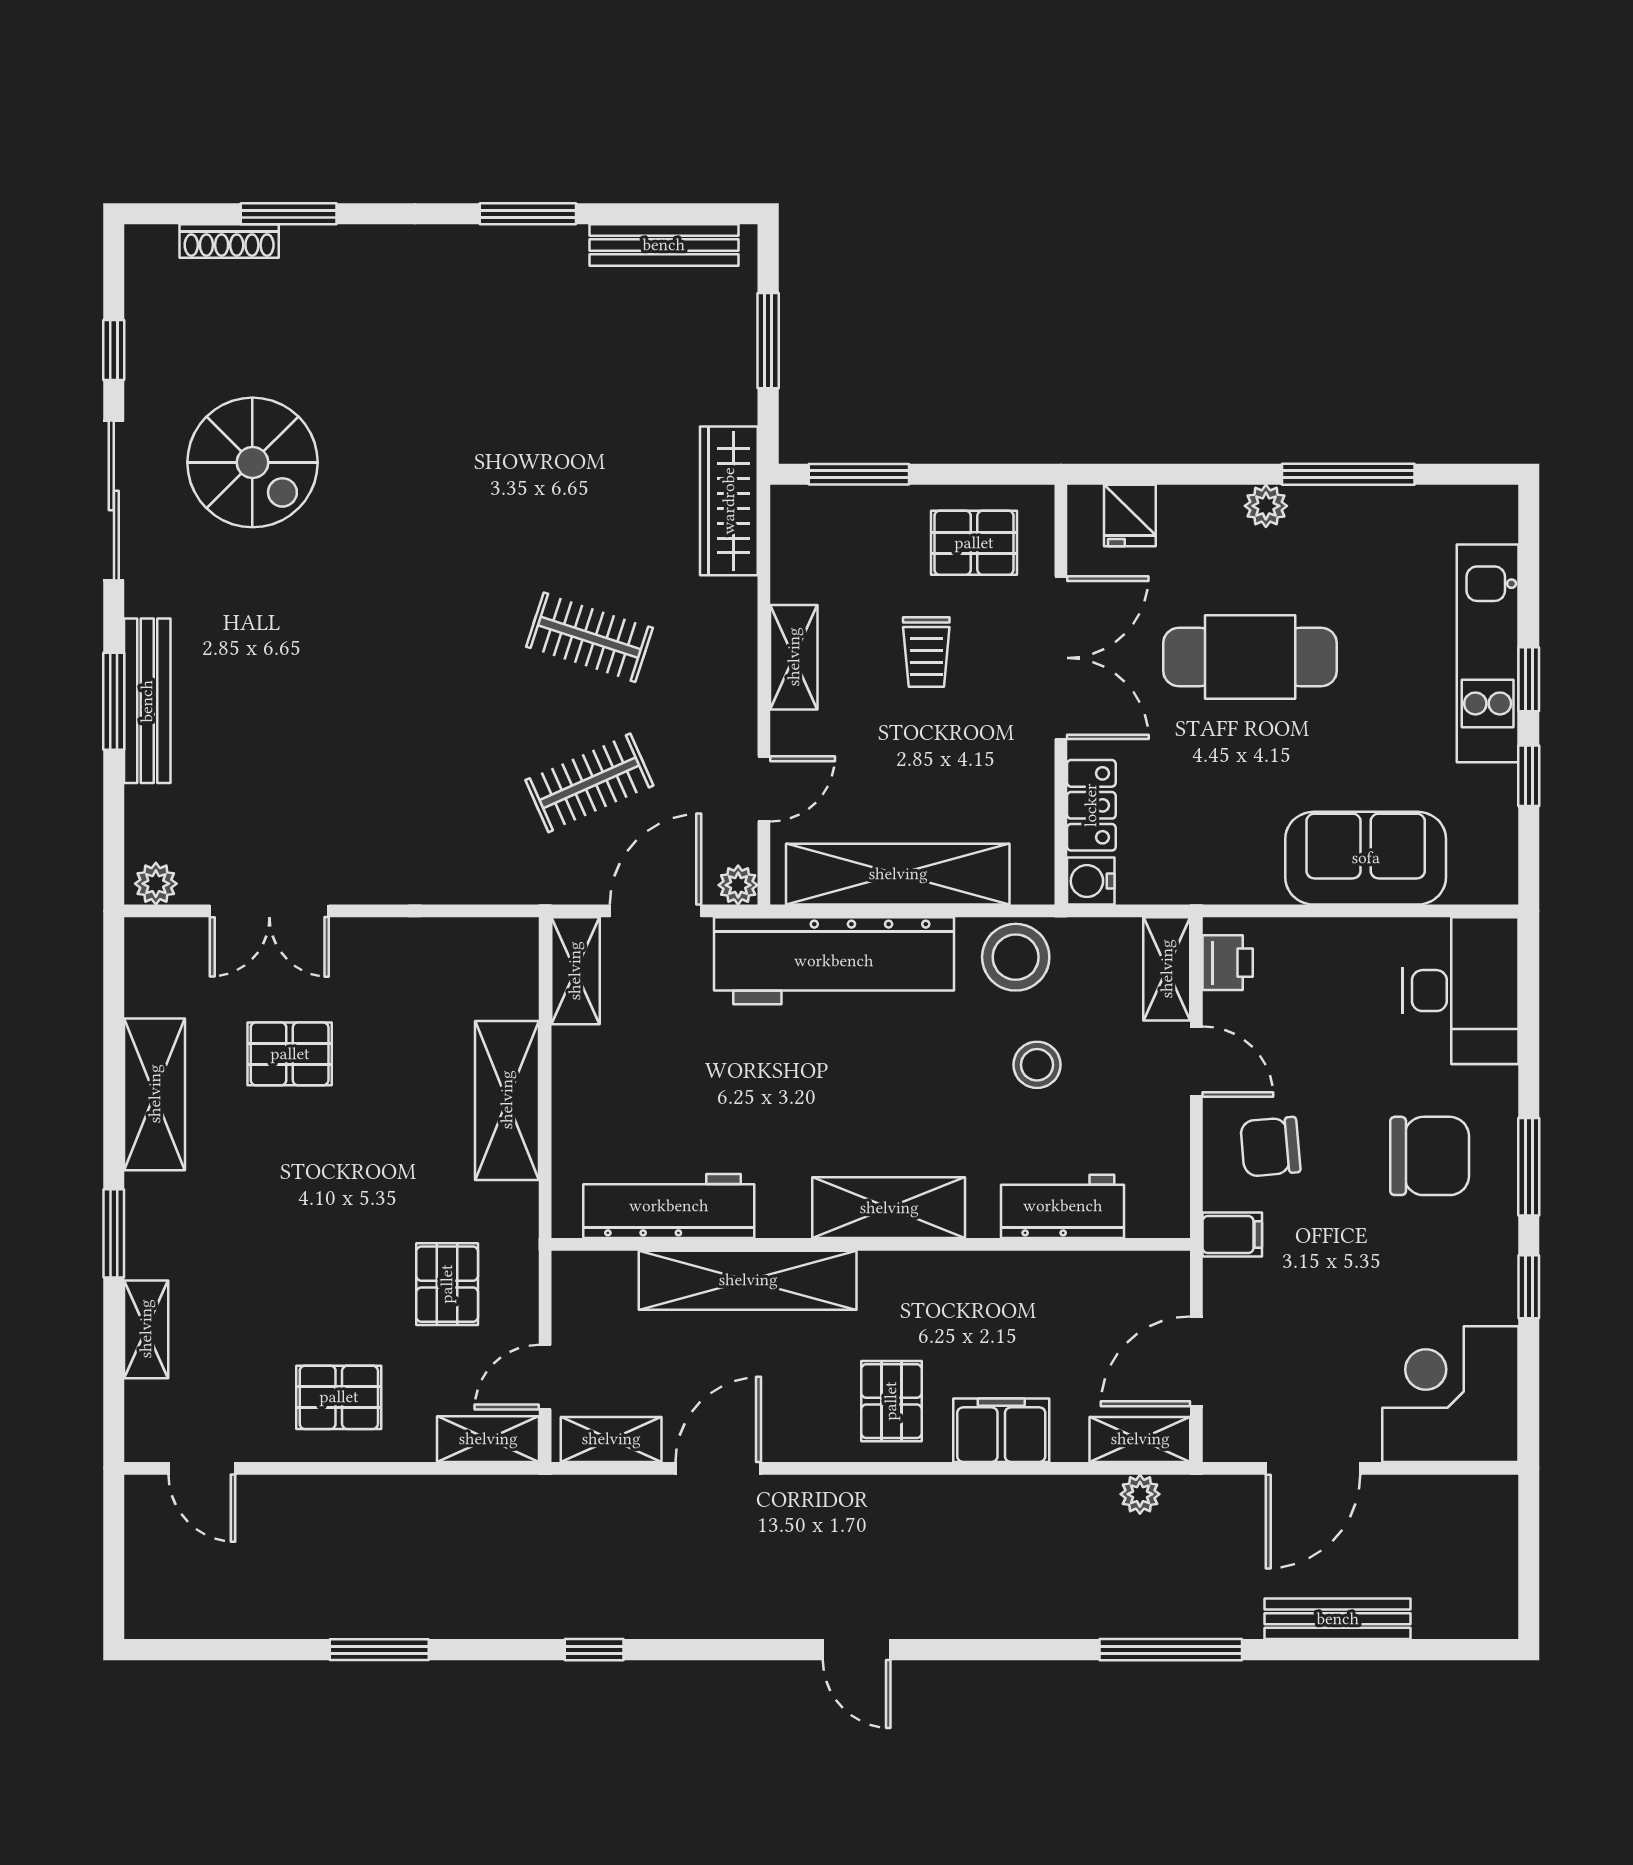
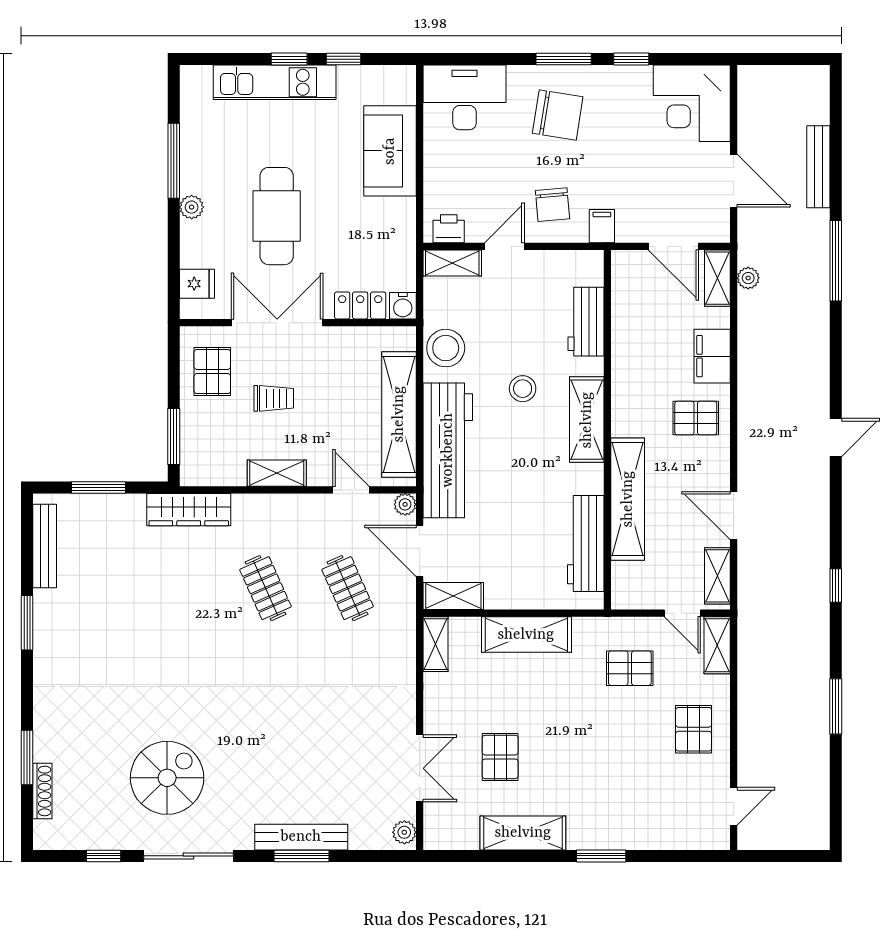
clothes rail: (589, 637) -> (265, 588), turned -42
stool: (1037, 1065) -> (523, 389), moved
chair: (1430, 1156) -> (558, 115), turned 99
shelving: (146, 1329) -> (436, 644), moved, turned 90

